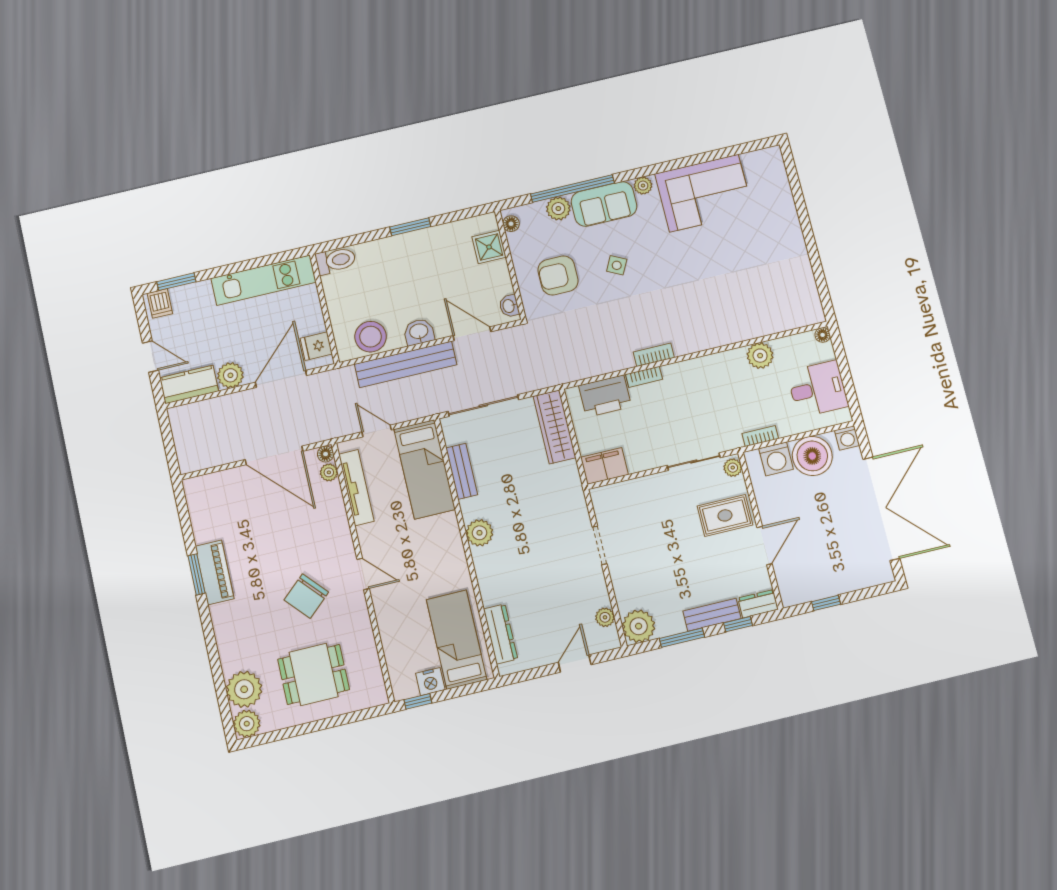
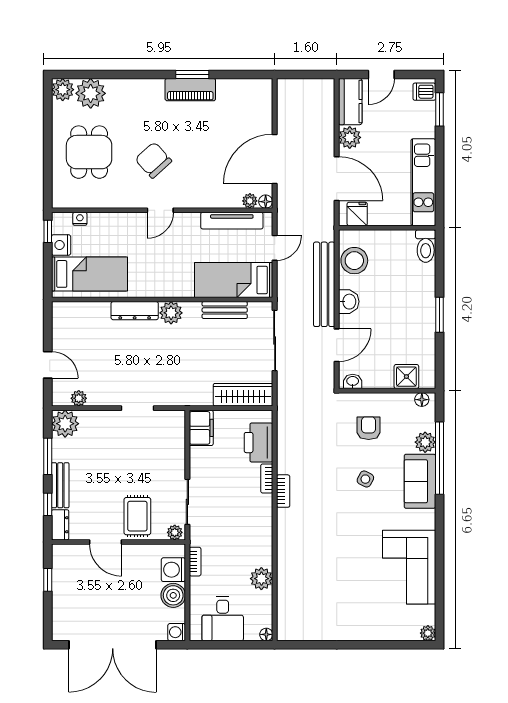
plant: (643, 186) -> (428, 633), moved
armchair: (558, 275) -> (369, 428), width x0.72, depth x0.72
boiler: (812, 456) -> (173, 595), width x0.73, depth x0.73
dresser: (501, 634) -> (135, 311), moved
nightstand: (394, 667) -> (80, 219), added

